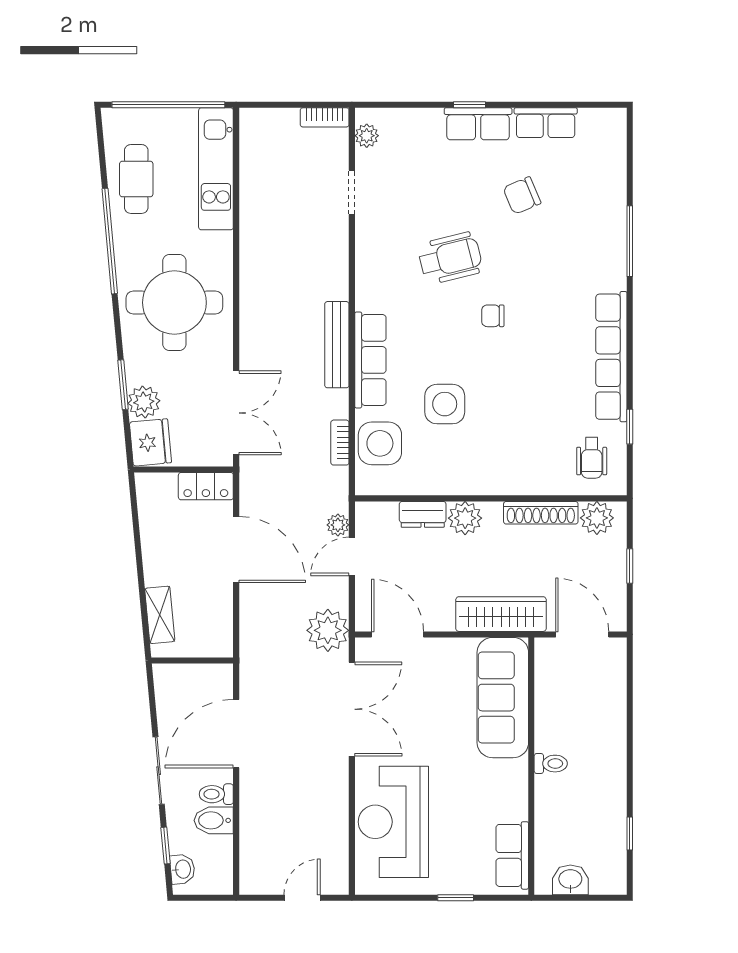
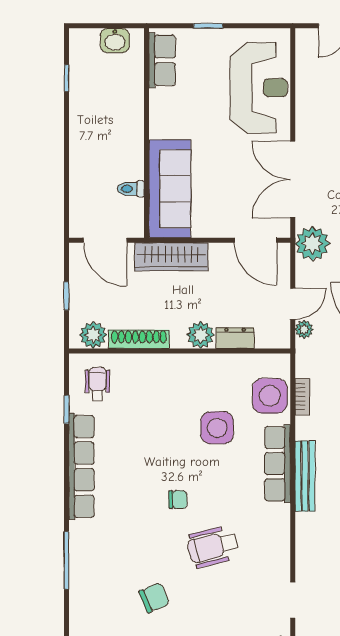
toilet: (551, 764) -> (131, 189), moved

